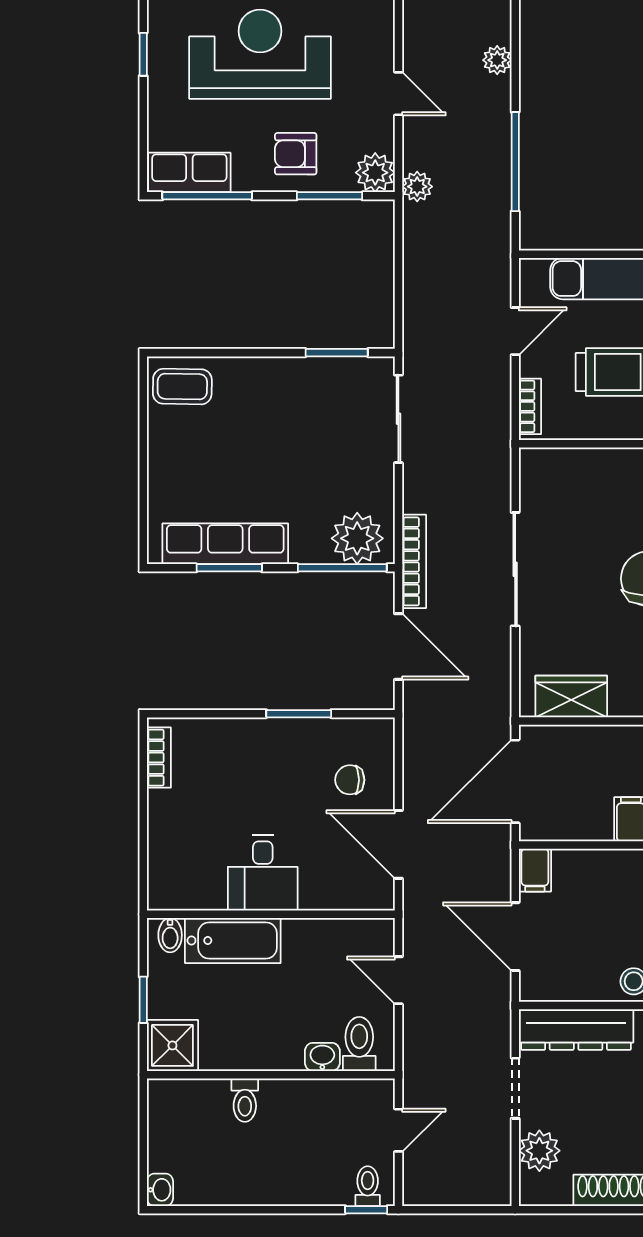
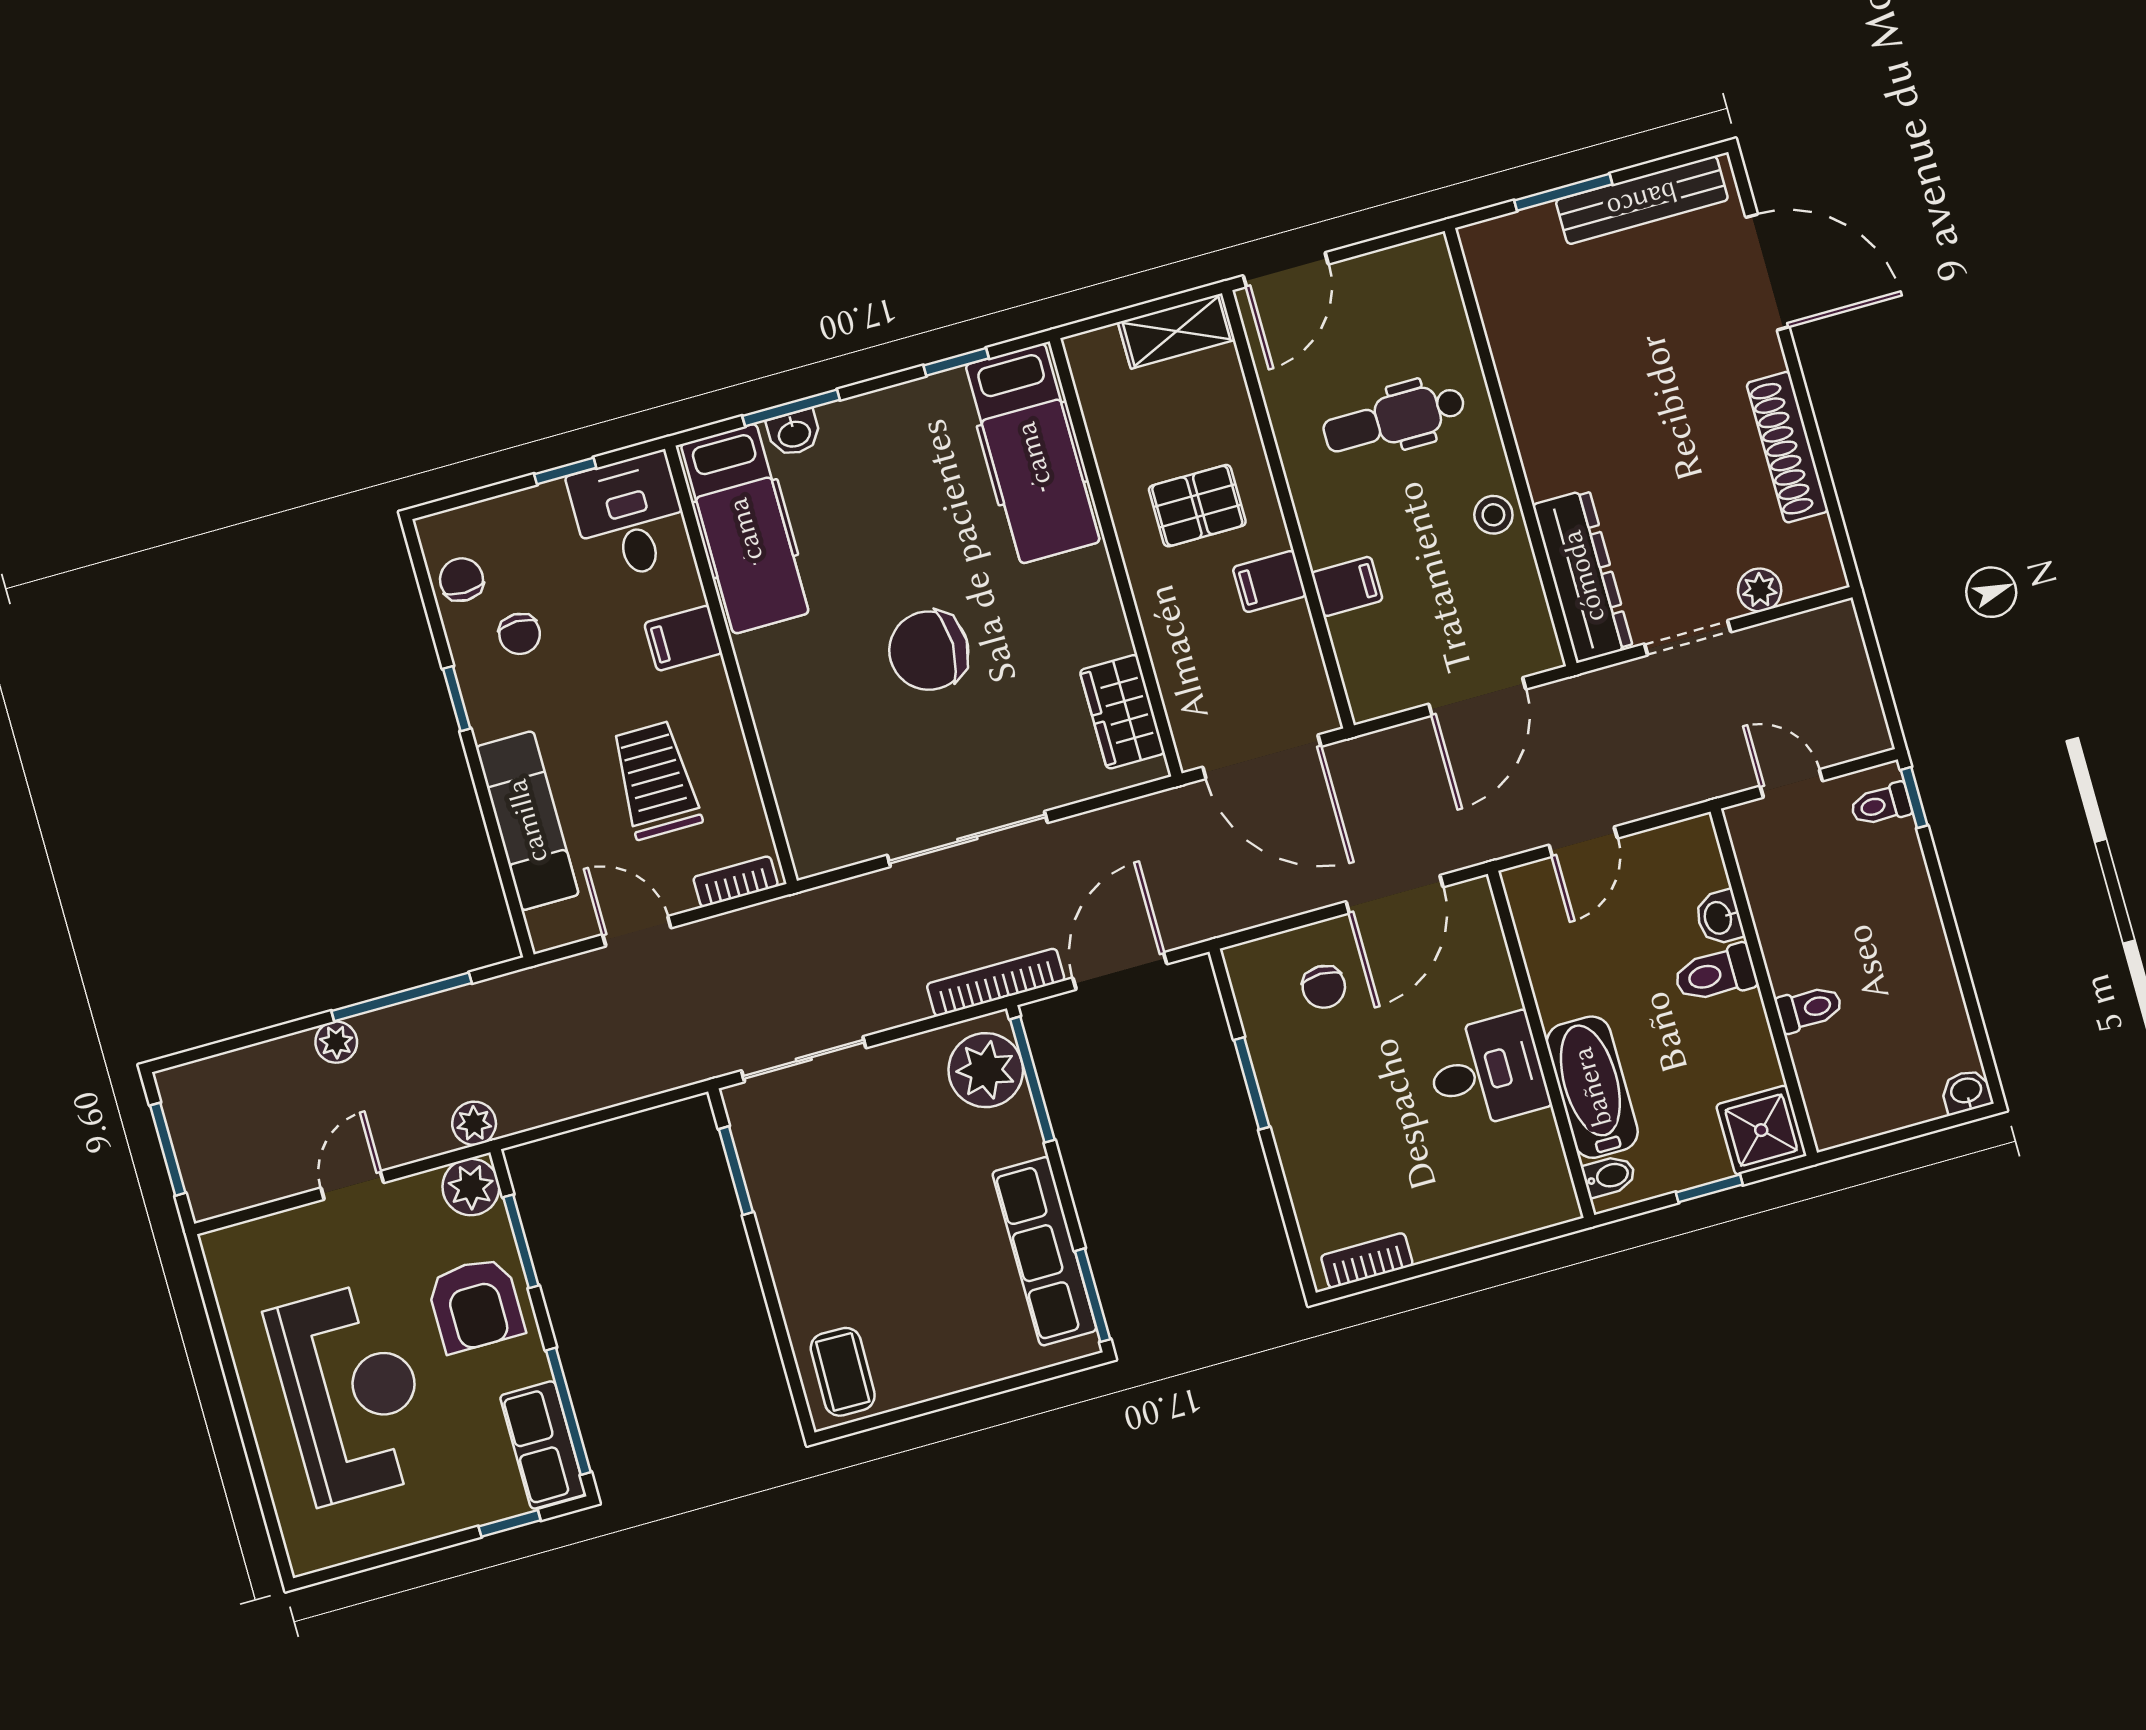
window: (143, 54) -> (510, 1523), moved
reception desk: (260, 54) -> (351, 1393), turned 180
plant: (497, 60) -> (336, 1042), moved
armchair: (296, 154) -> (476, 1305), width x1.38, depth x1.38
window: (229, 568) -> (1093, 1295), moved
filing cabinet: (535, 870) -> (1347, 586), moved
toilet: (359, 1044) -> (1715, 974), moved
plant: (539, 1151) -> (1760, 590), width x0.73, depth x0.73

